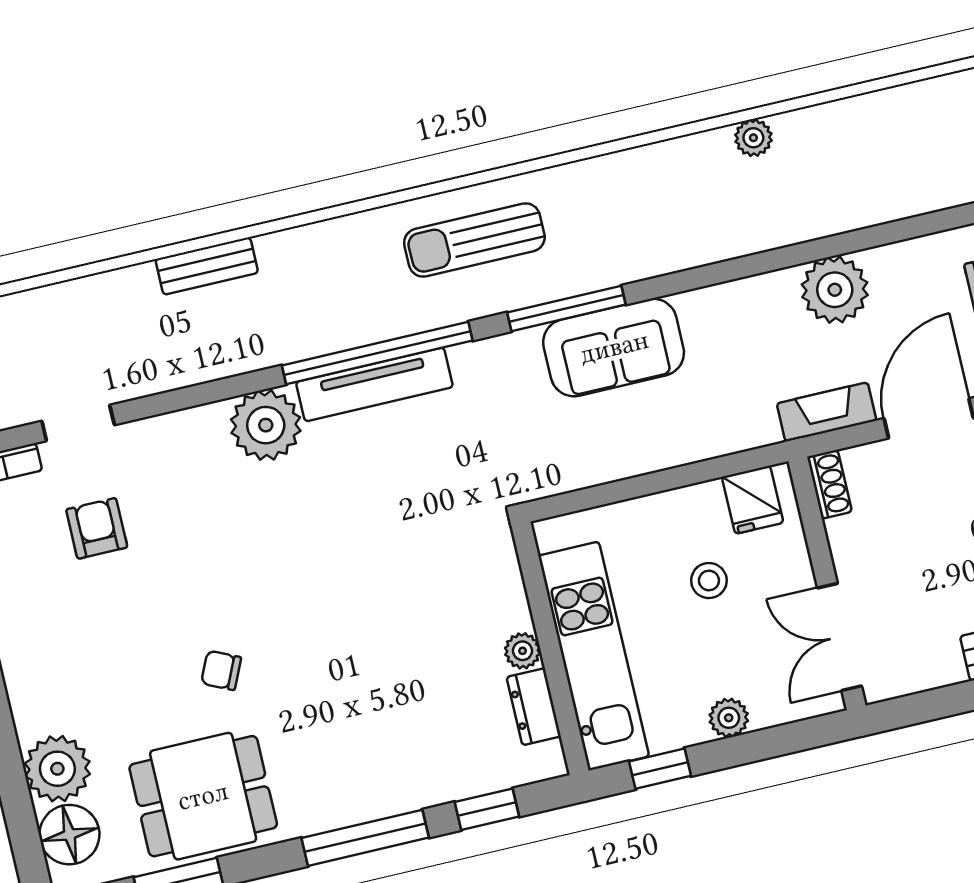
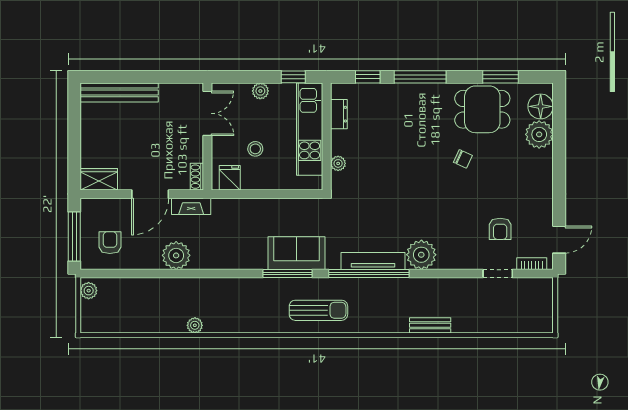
sofa: (614, 347) -> (297, 253), moved
plant: (523, 651) -> (338, 163), moved

